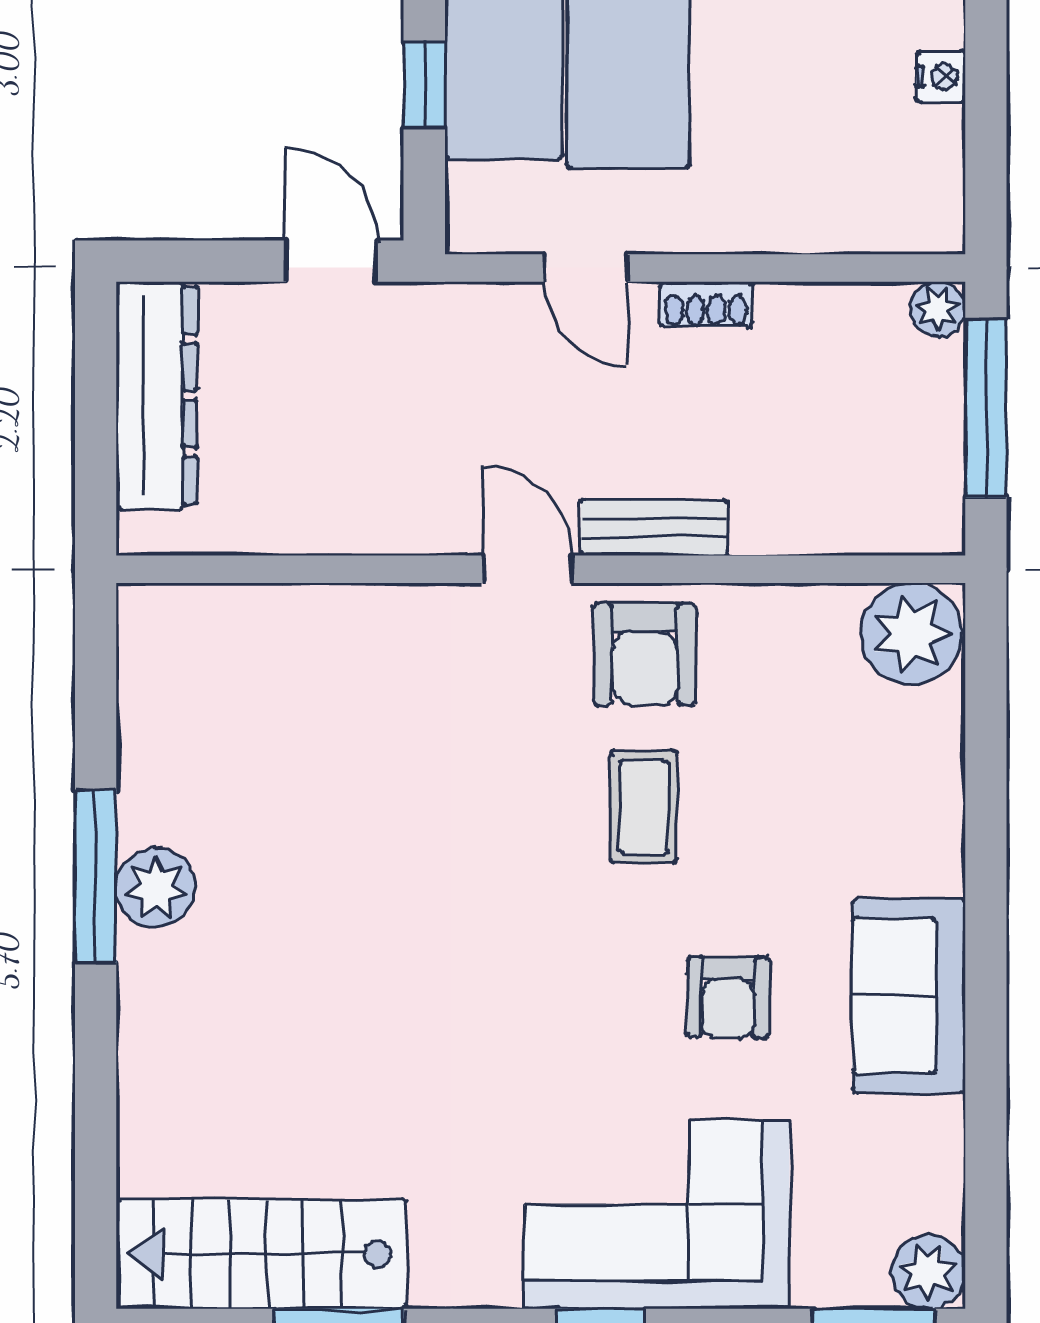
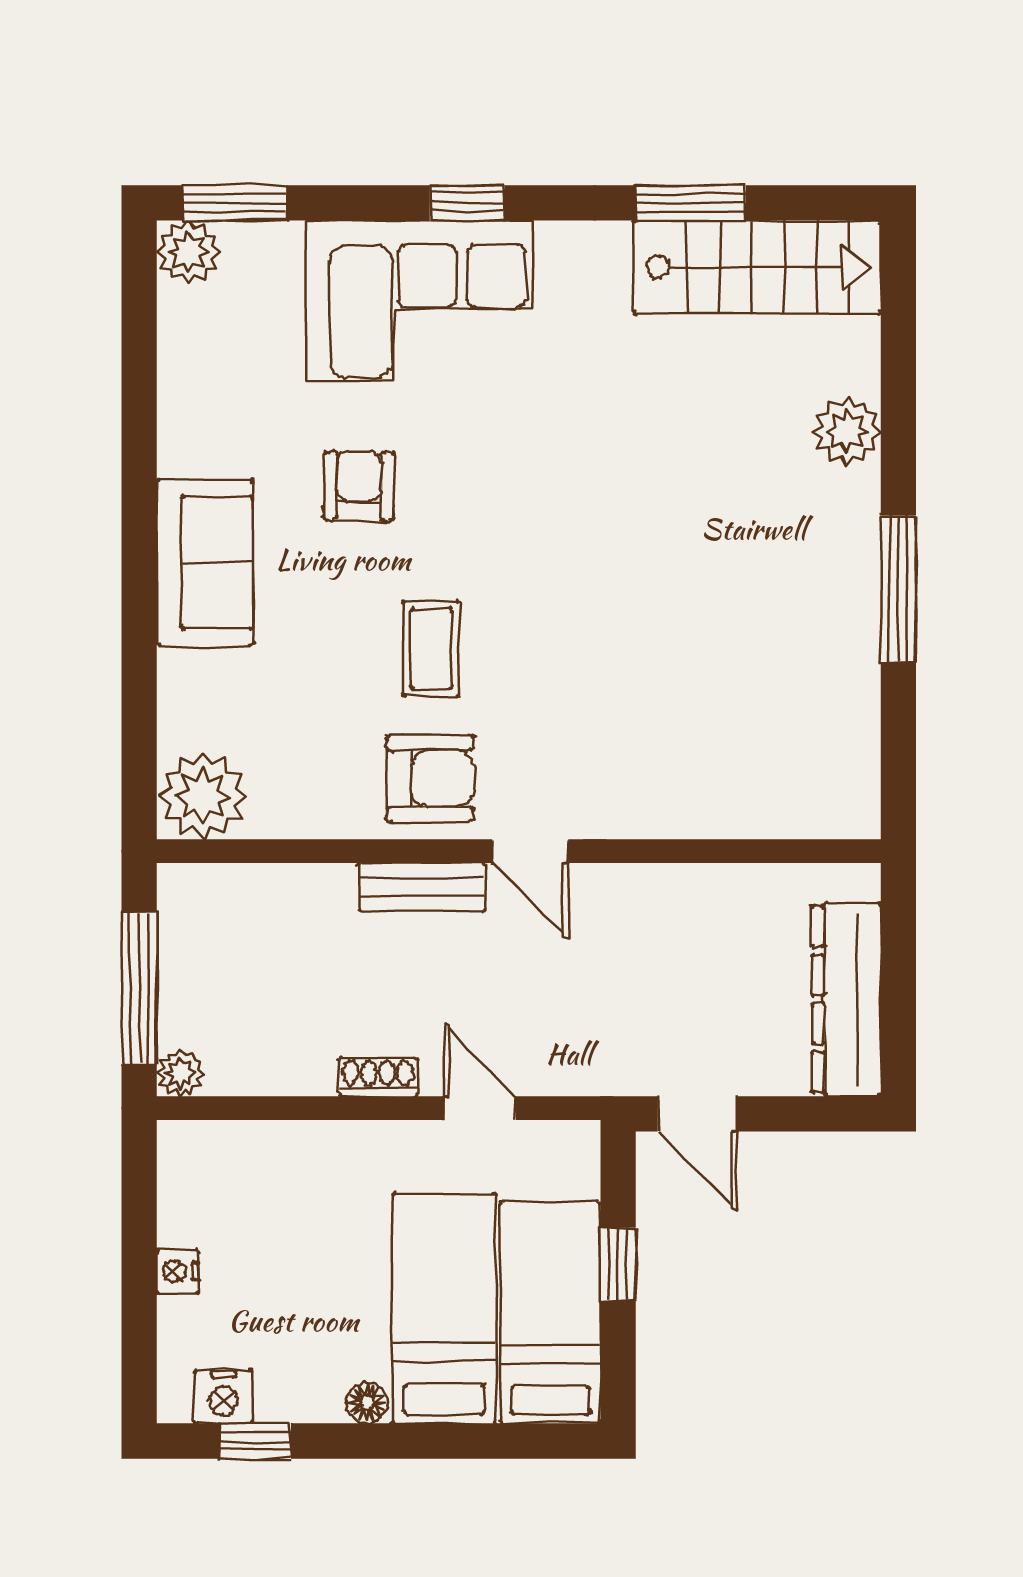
armchair: (645, 654) -> (430, 779), turned 90
plant: (156, 888) -> (847, 431), moved
sofa: (909, 996) -> (205, 562), moved

